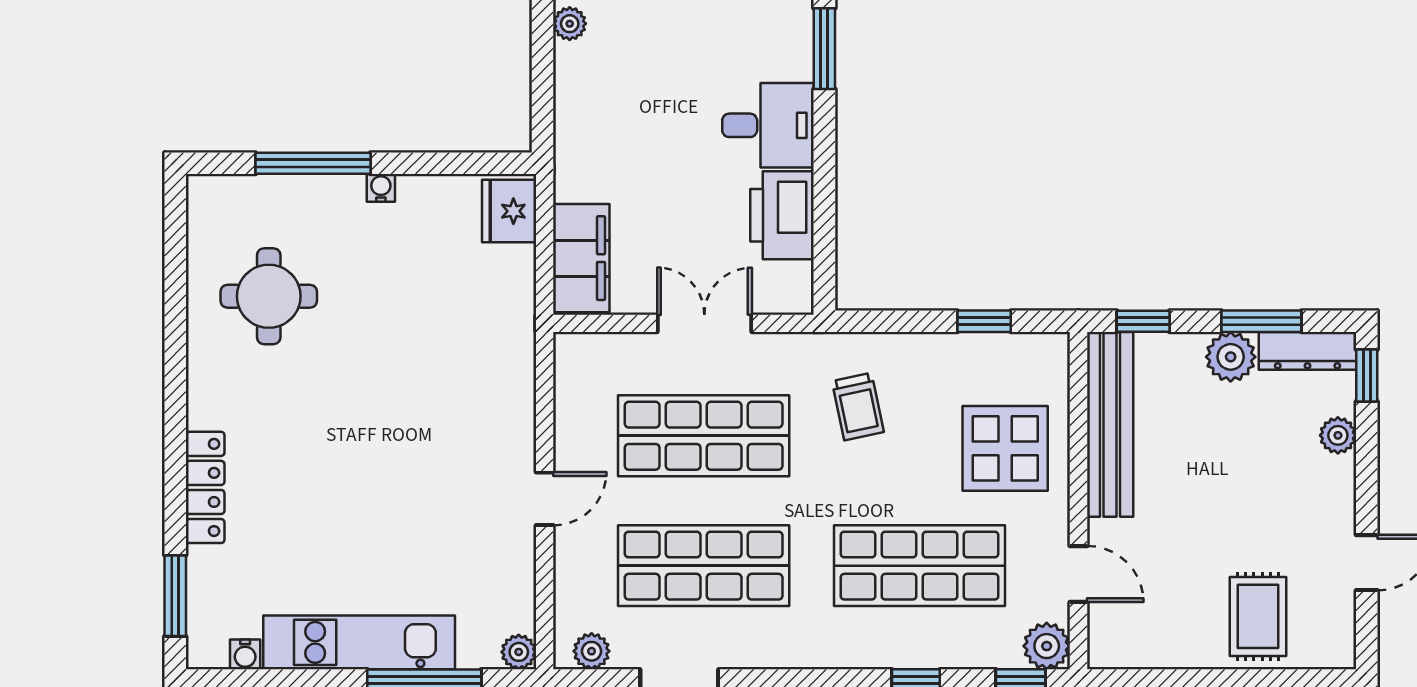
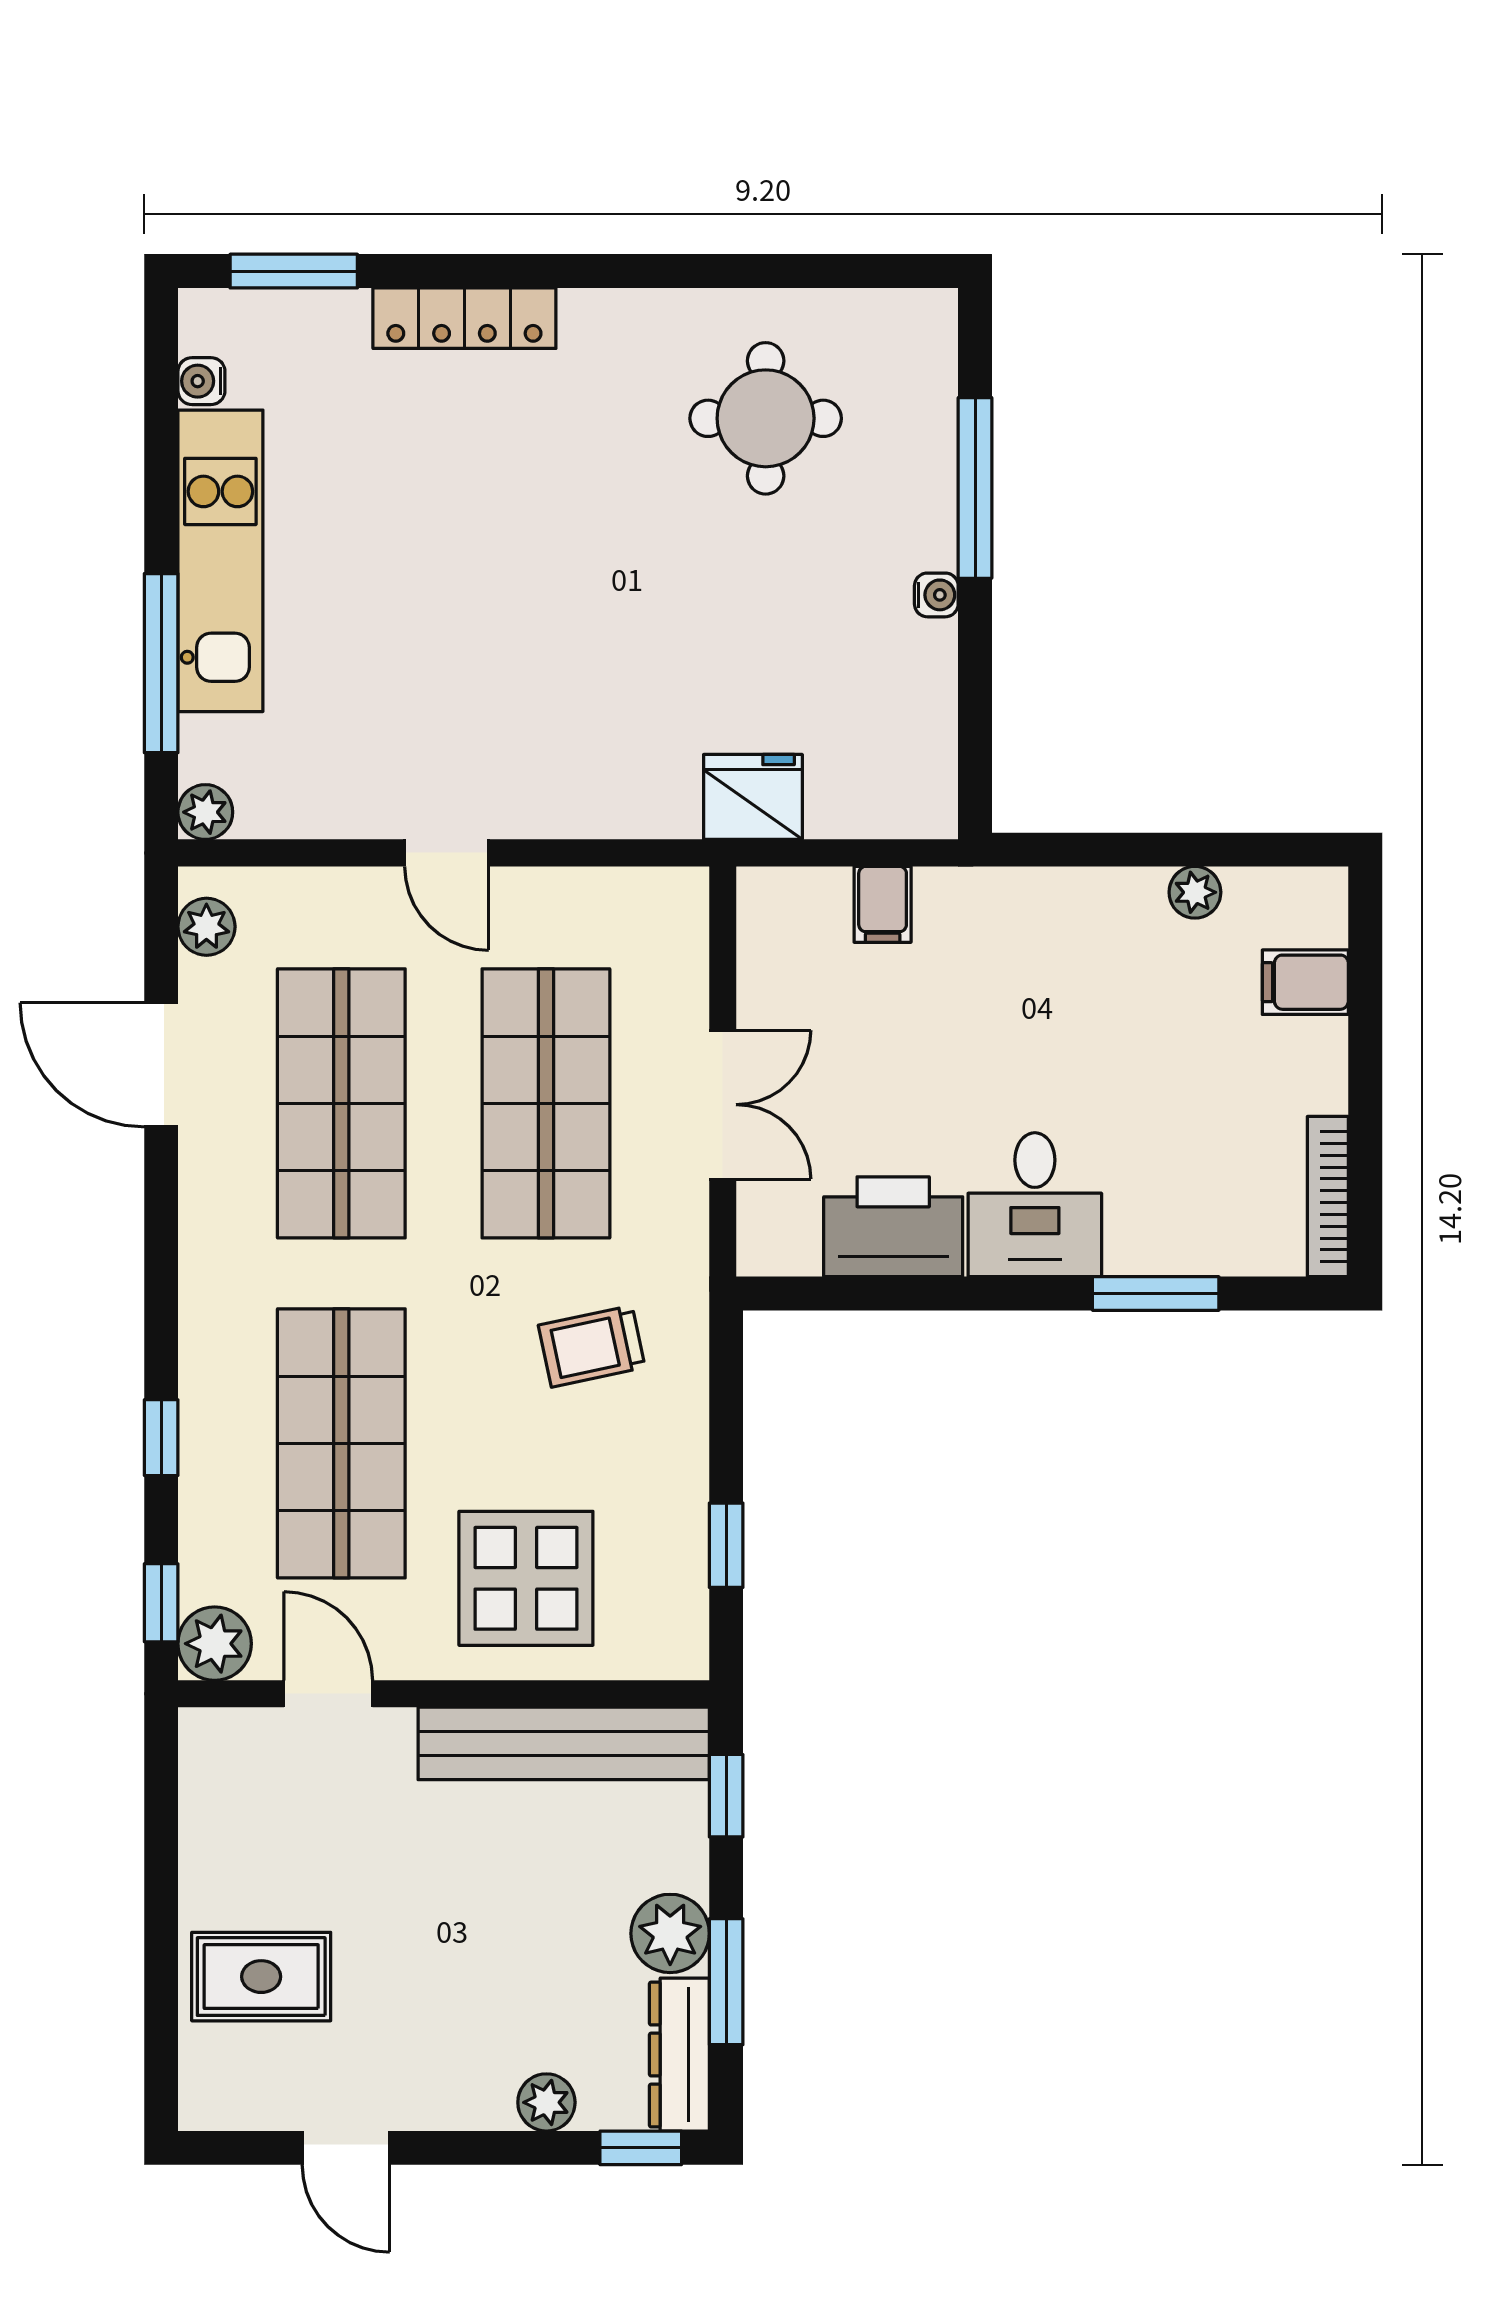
fridge: (509, 211) -> (753, 797), moved
filing cabinet: (581, 258) -> (883, 904), width x0.33, depth x0.86
door: (1078, 574) -> (328, 1694), swing flipped

